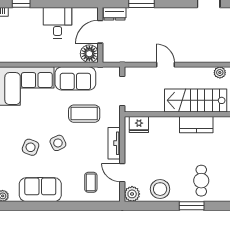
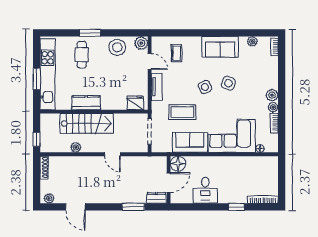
plant: (220, 73) -> (76, 147), moved

